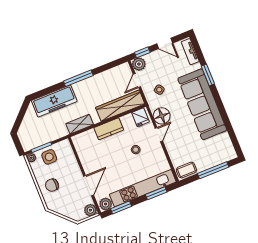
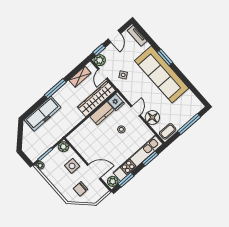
door: (165, 43) -> (114, 36), hinge flipped
window: (208, 75) -> (165, 57), moved
floor lamp: (162, 116) -> (152, 117), moved
shelving: (80, 124) -> (80, 77), moved
kitchen counter: (109, 129) -> (102, 113), moved
side table: (49, 157) -> (72, 166), moved
chair: (52, 185) -> (81, 189), moved
door: (89, 186) -> (94, 172), hinge flipped
plant: (90, 210) -> (63, 147), moved

